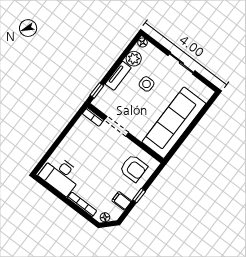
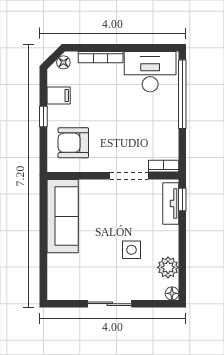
tv unit: (118, 76) -> (171, 204), moved
sofa: (174, 123) -> (63, 216), width x0.74, depth x0.79
window: (52, 149) -> (182, 94), added

